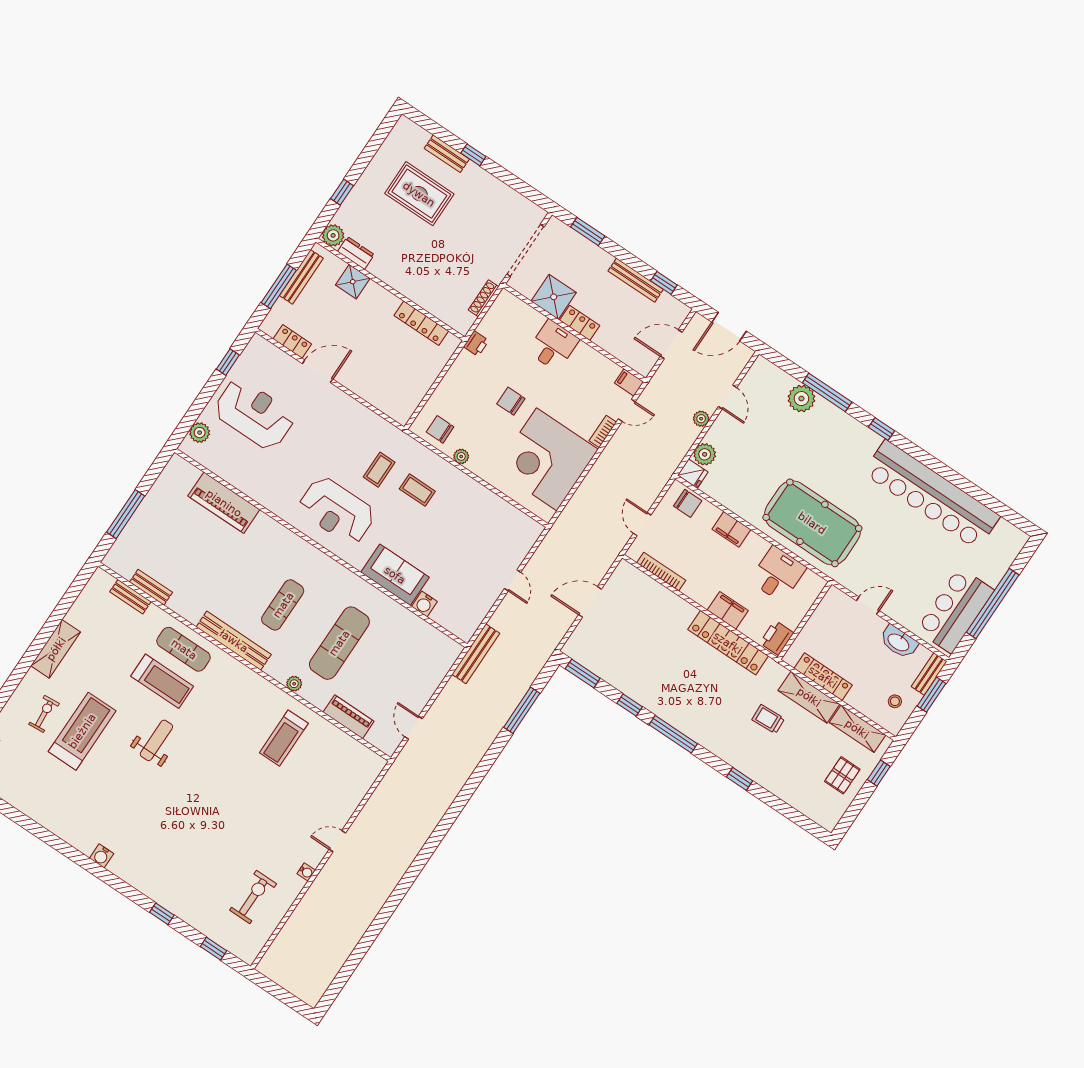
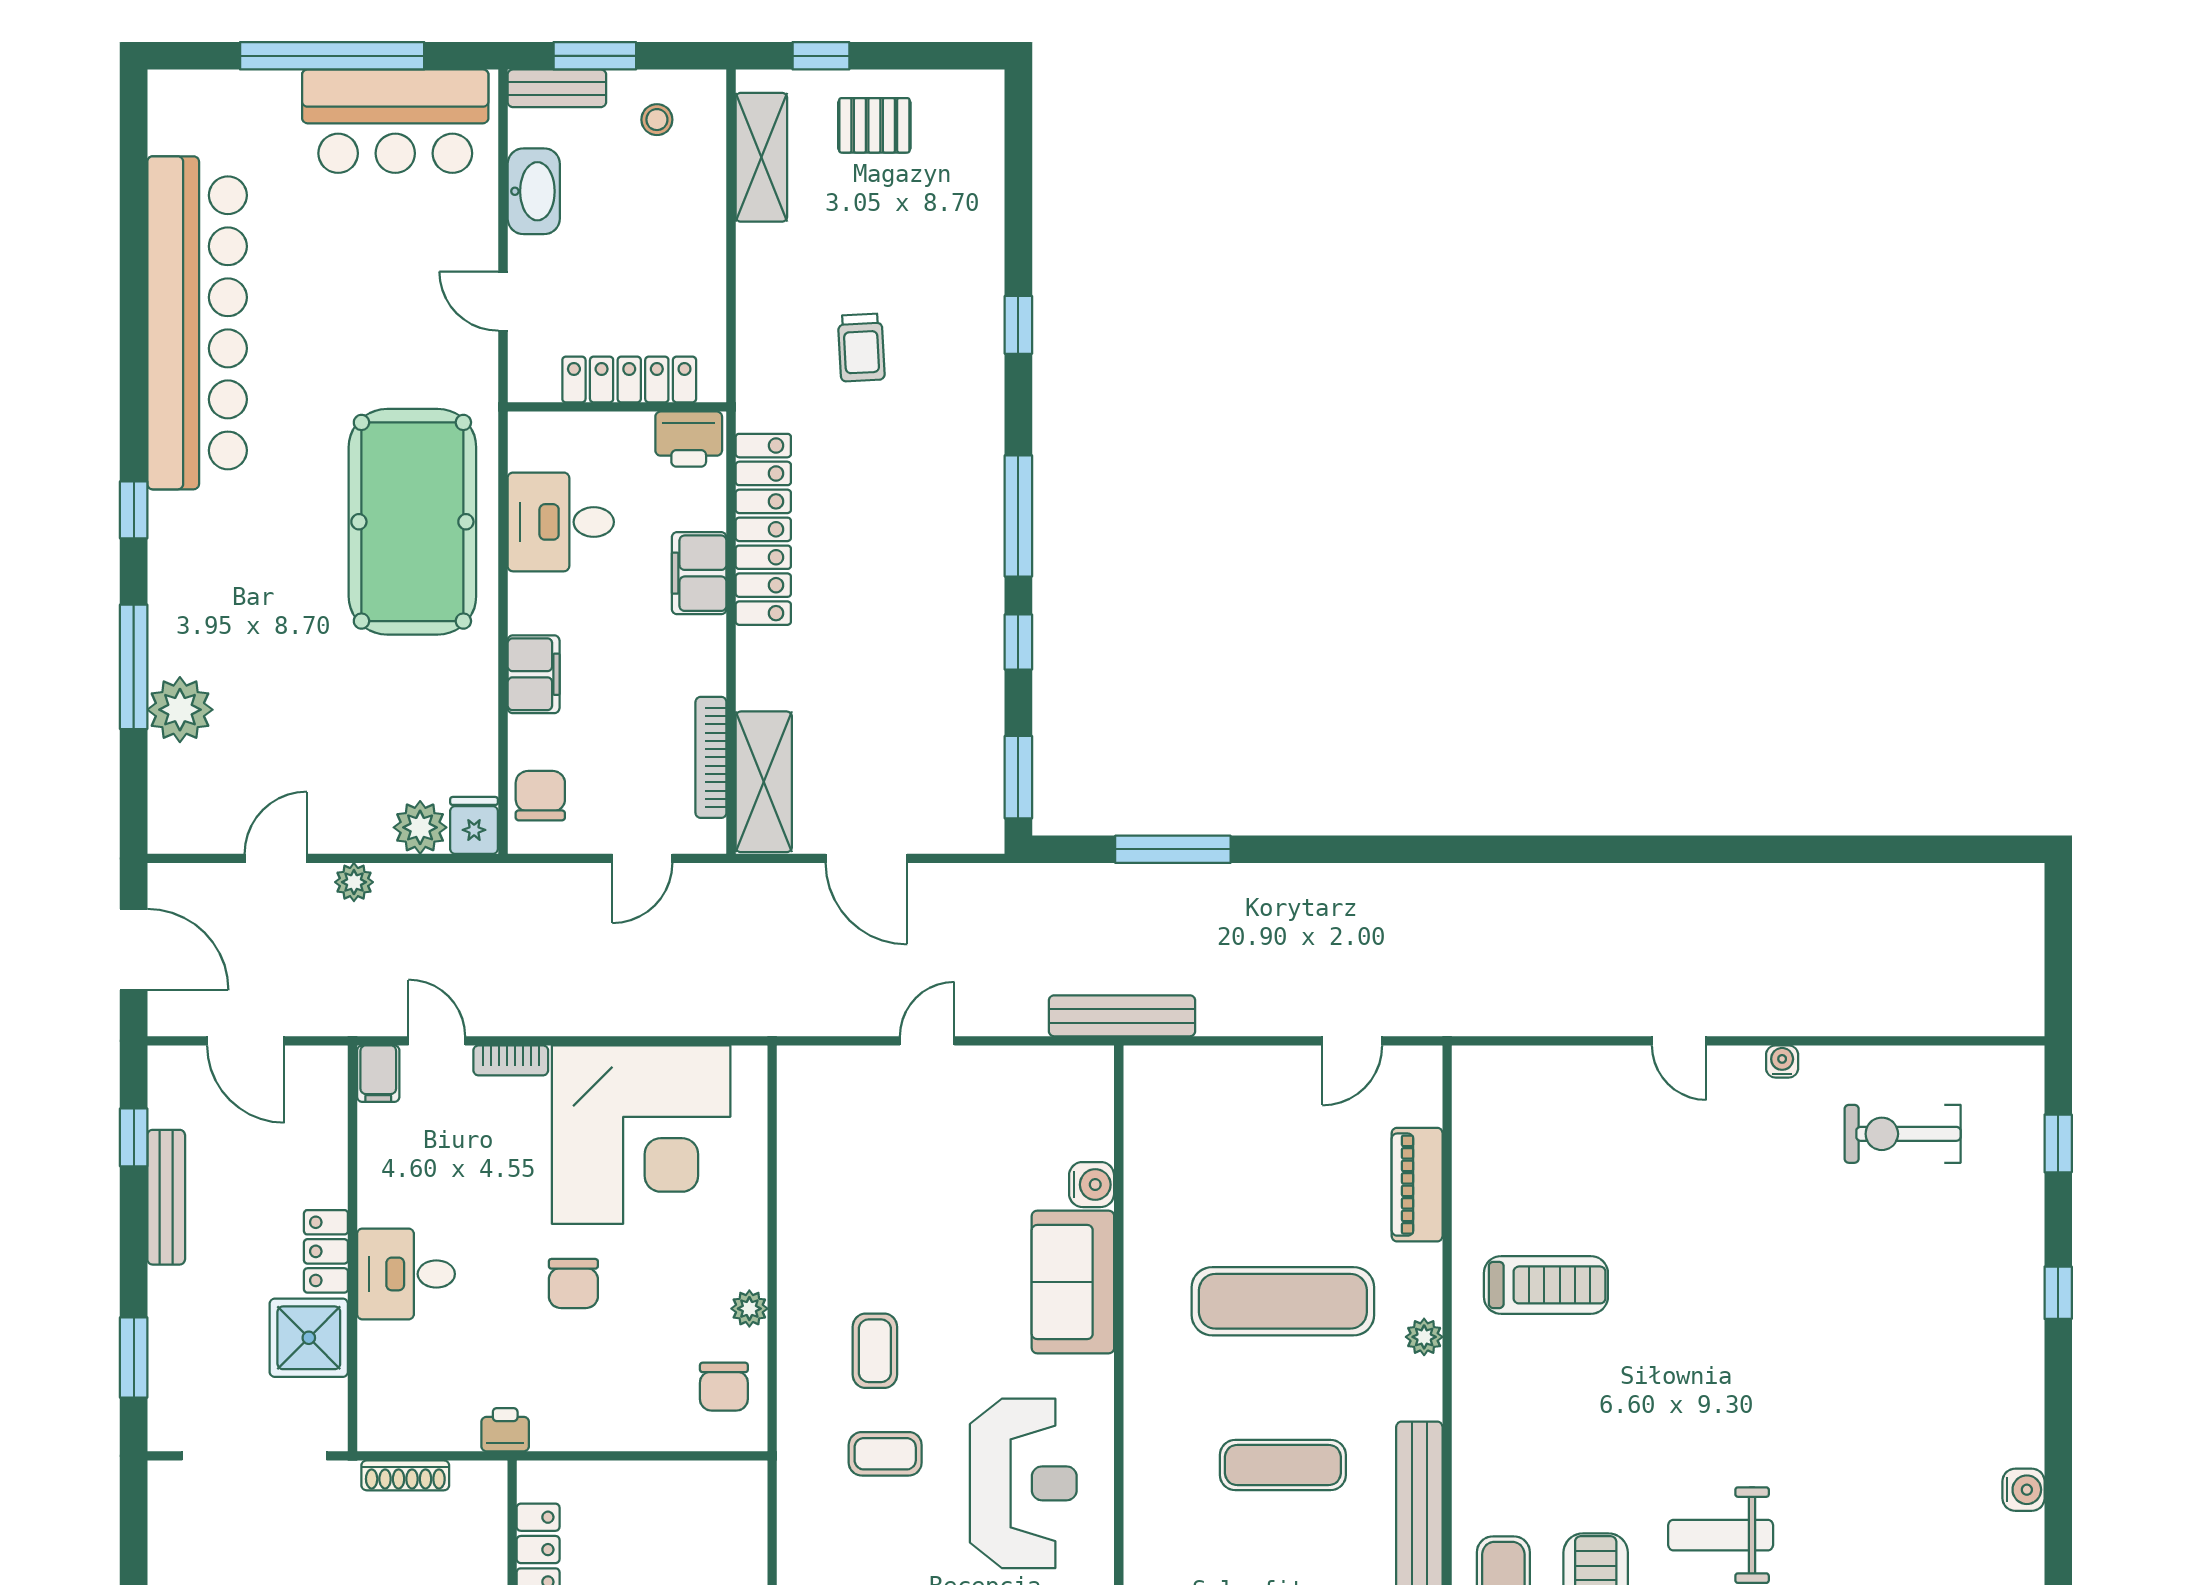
locker: (823, 677) -> (629, 380), moved, turned 90
shelving: (809, 697) -> (764, 782), moved

